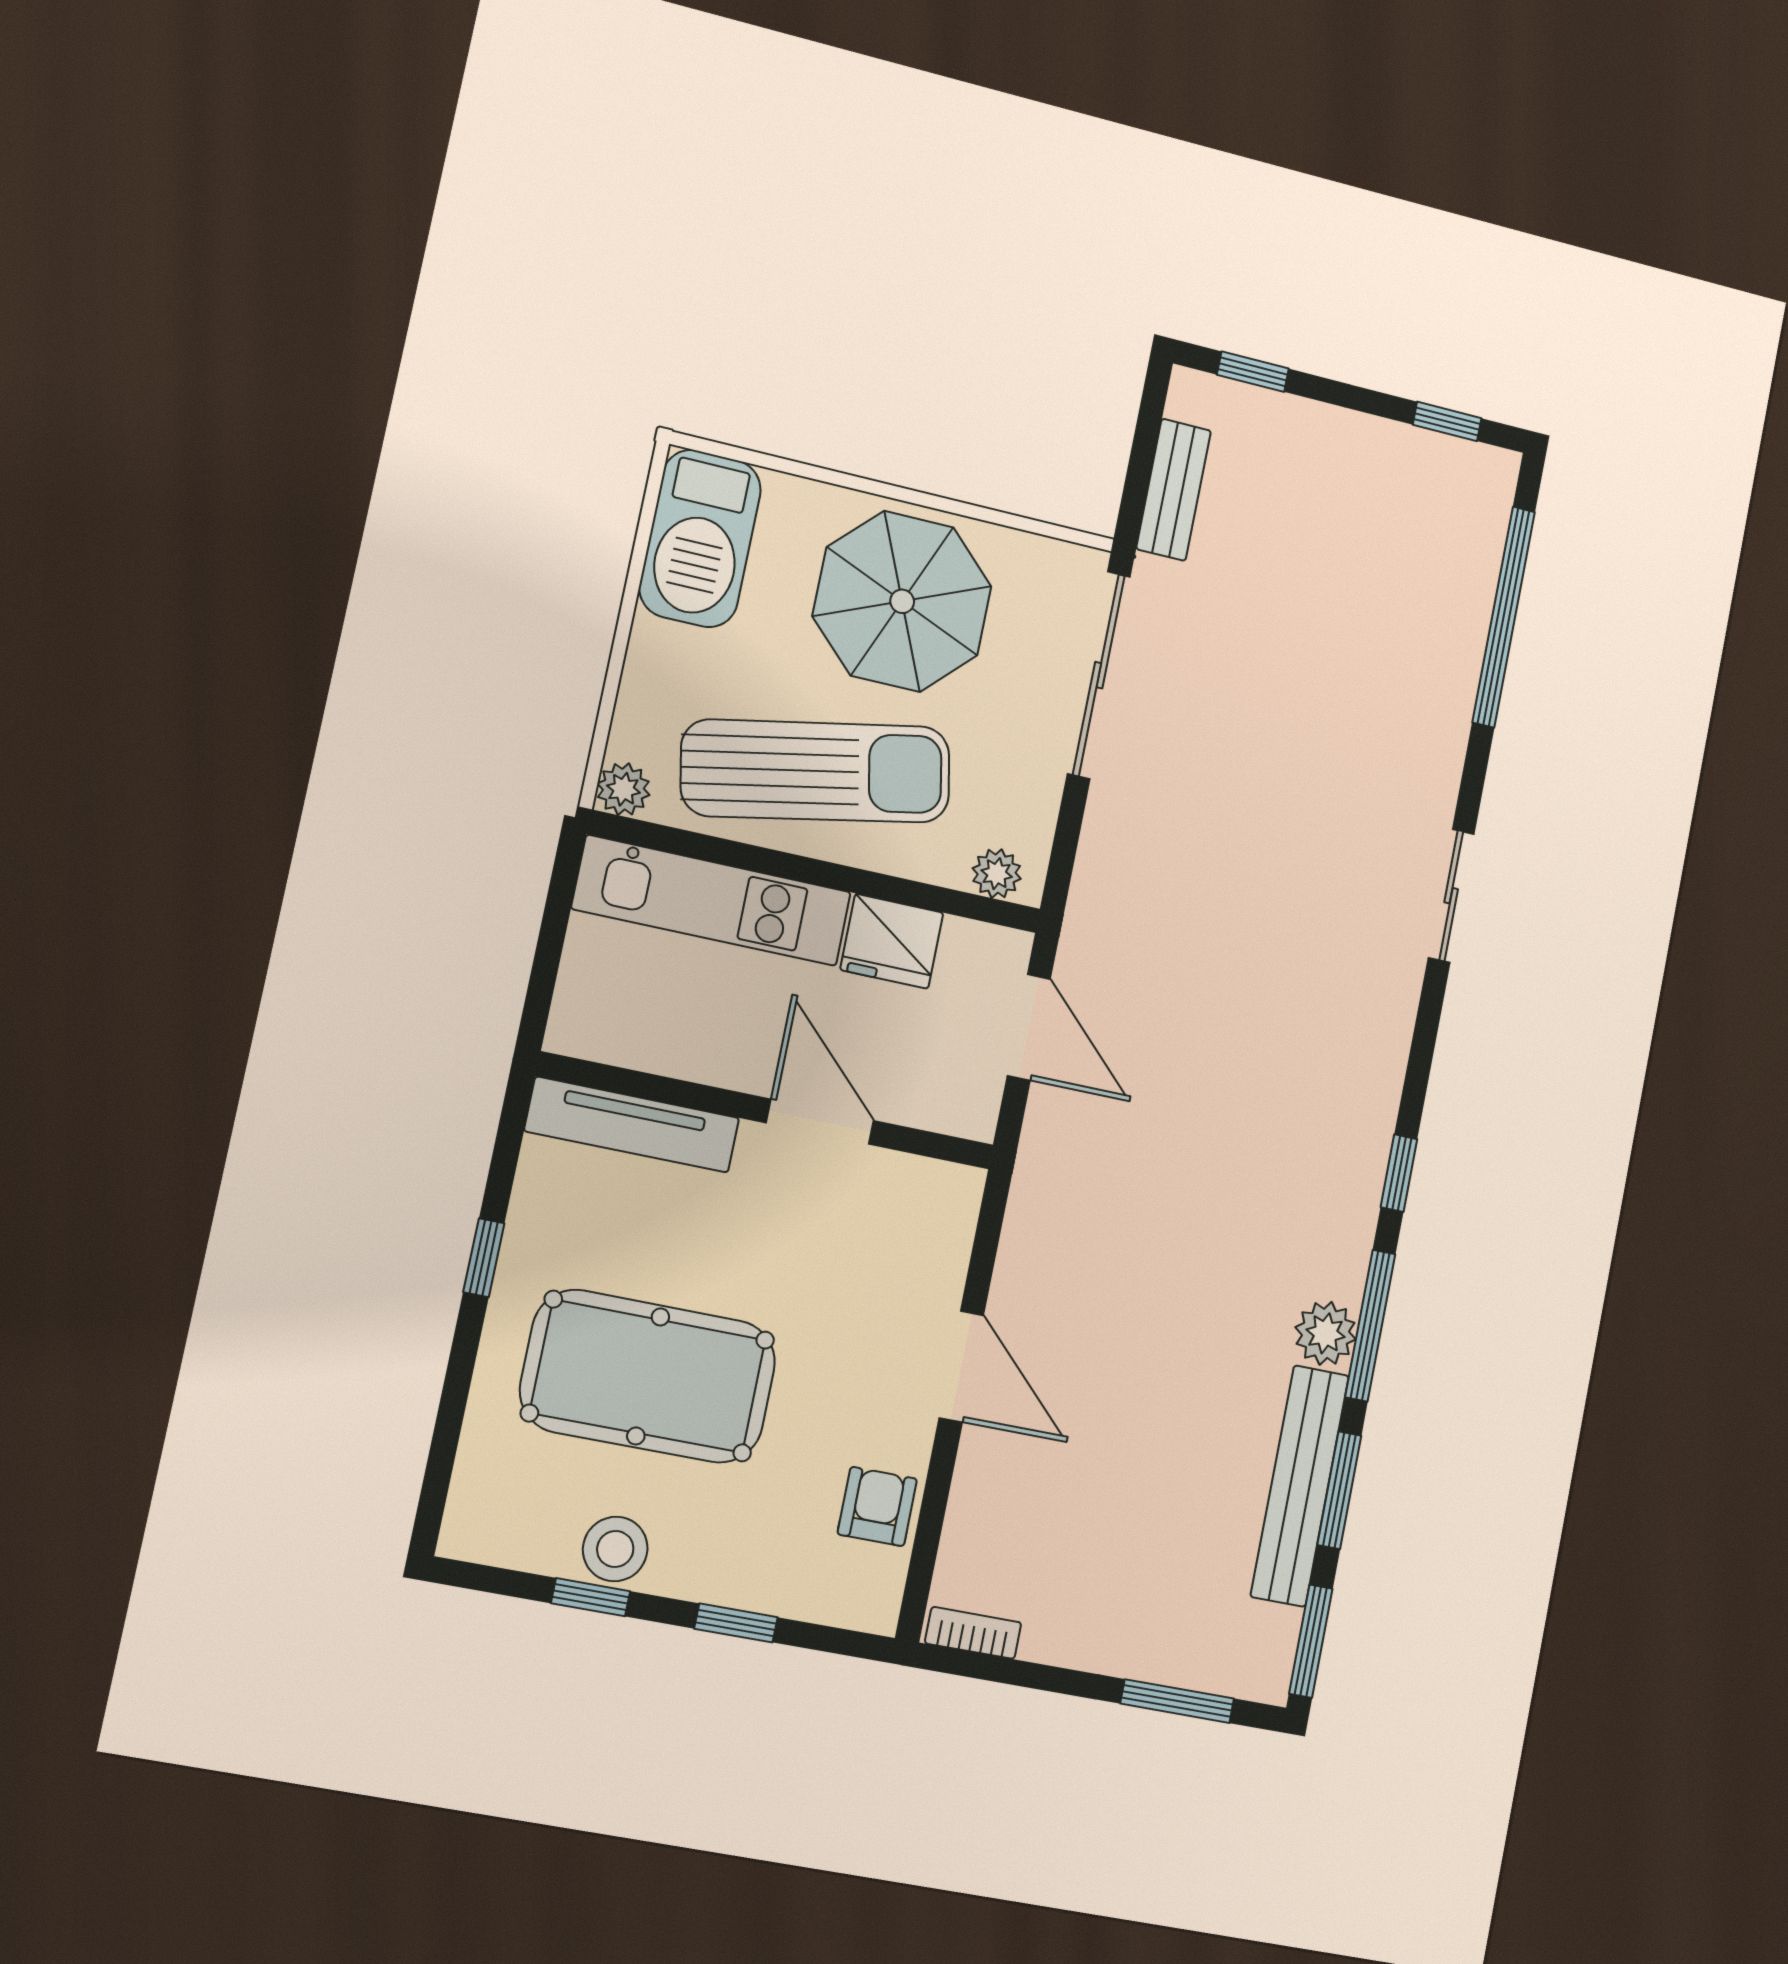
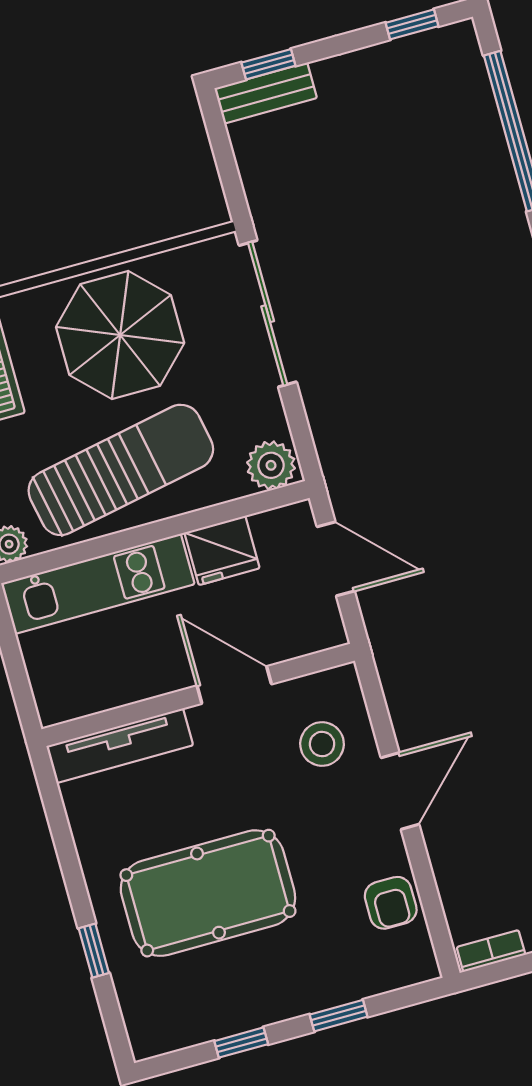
bench: (1174, 490) -> (266, 93), moved, turned 90
plant: (997, 874) -> (271, 465), width x1.38, depth x1.38
window: (484, 1258) -> (94, 951), moved
door: (961, 1367) -> (400, 791), hinge flipped
armchair: (877, 1507) -> (391, 903), turned 180
stool: (615, 1549) -> (322, 744), moved

